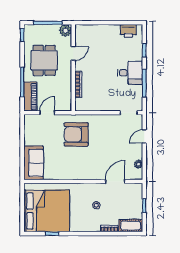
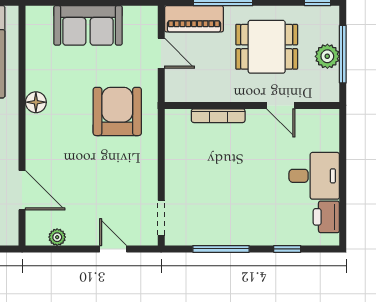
plant: (65, 30) -> (327, 56), moved
desk: (130, 73) -> (314, 176), moved, turned -90
sofa: (34, 163) -> (88, 25), moved
floor lamp: (72, 175) -> (36, 102), added

